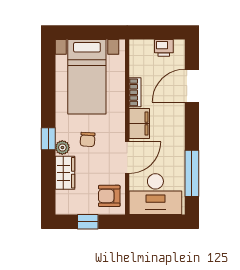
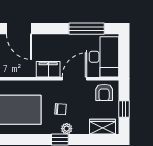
bookcase: (135, 92) -> (24, 73), removed
door: (127, 158) -> (74, 79), hinge flipped
wardrobe: (65, 173) -> (102, 127), moved

